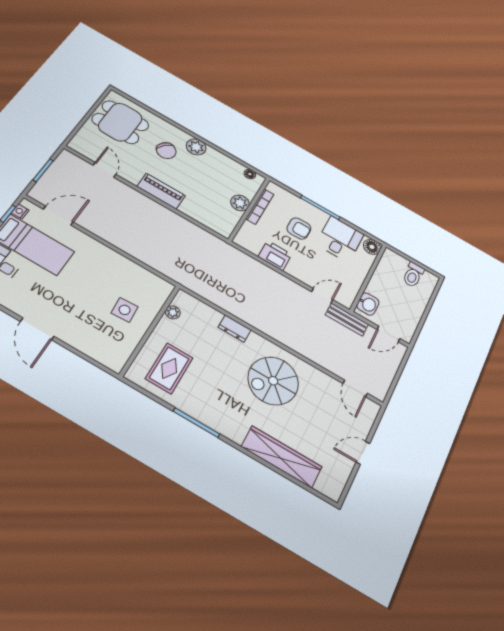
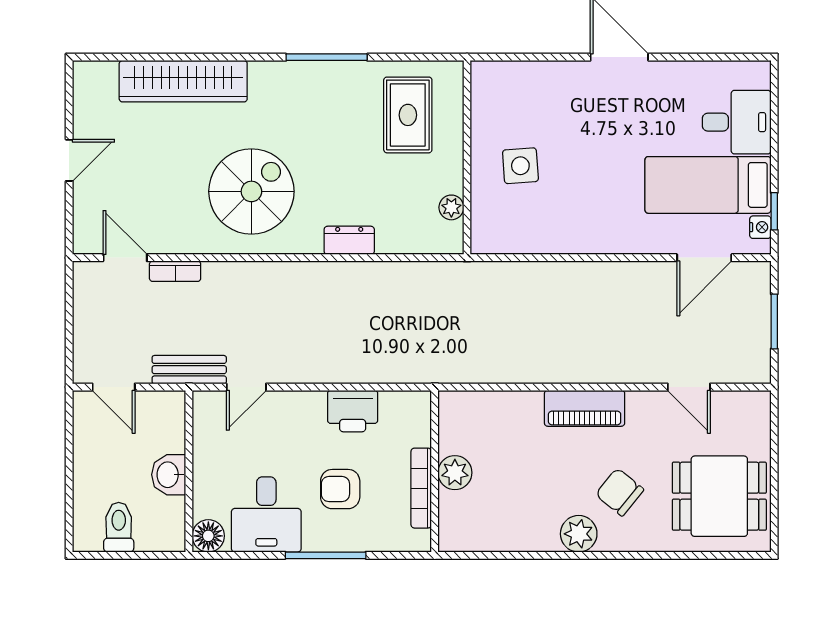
floor lamp: (250, 174) -> (468, 541), removed
washbasin: (368, 304) -> (169, 475), moved
door: (388, 334) -> (114, 387), swing flipped
bookcase: (332, 367) -> (175, 271), added

